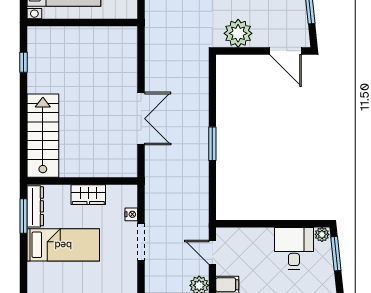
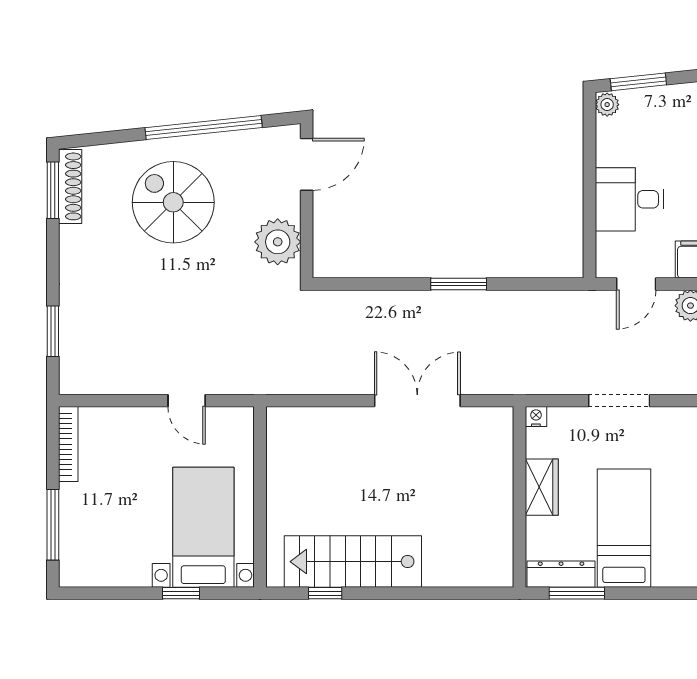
stairs: (43, 136) -> (353, 562), moved
nightstand: (131, 214) -> (536, 417), moved
desk: (294, 248) -> (630, 199), moved

